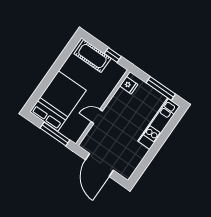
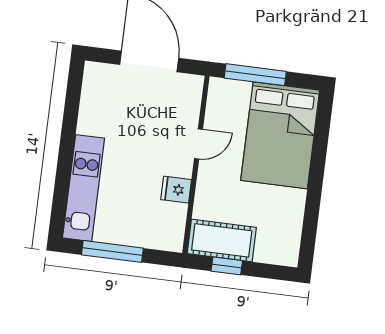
cot: (92, 56) -> (222, 240), moved
fridge: (129, 85) -> (176, 190), moved

